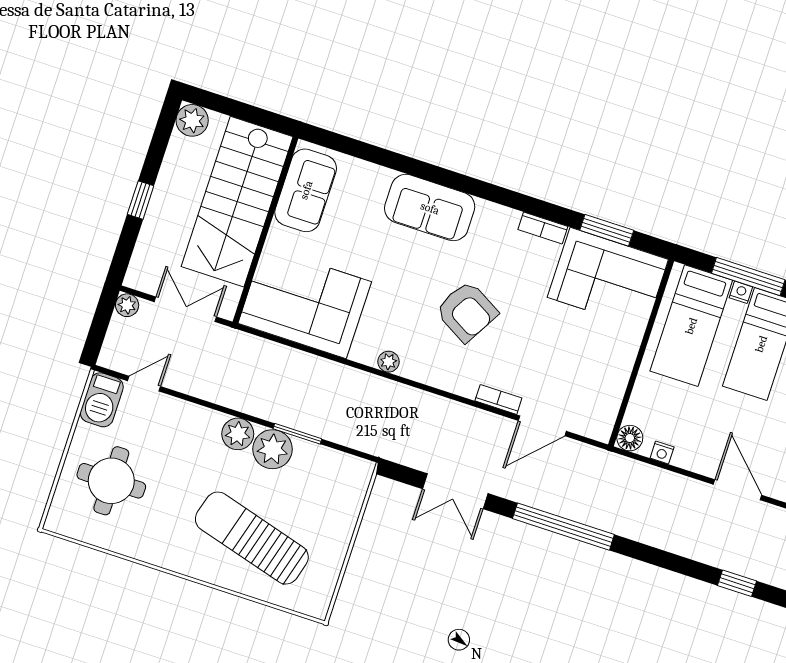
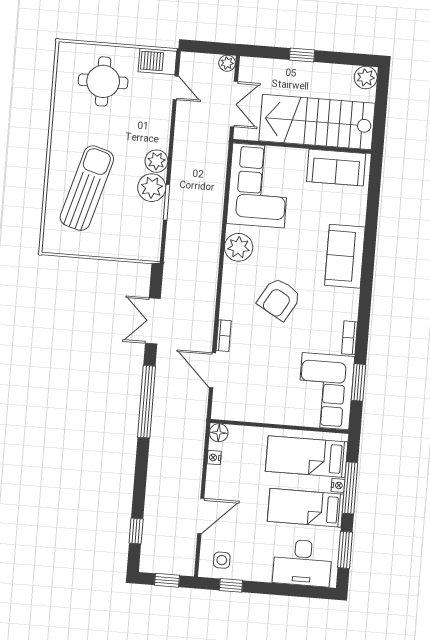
plant: (389, 362) -> (239, 247), width x1.88, depth x1.88

